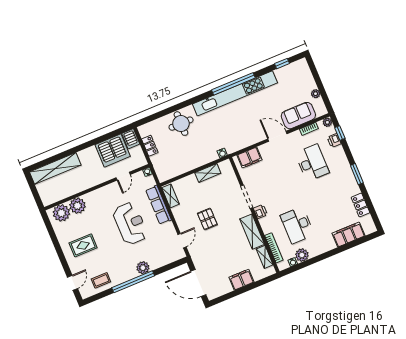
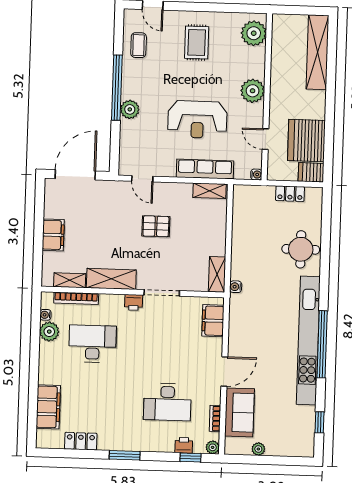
shelving: (208, 173) -> (217, 274), moved
plant: (77, 206) -> (253, 91), moved

